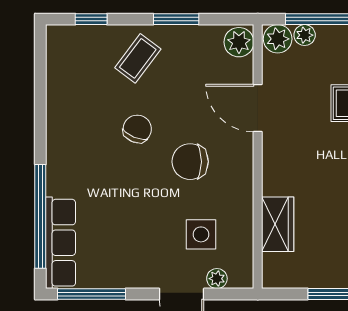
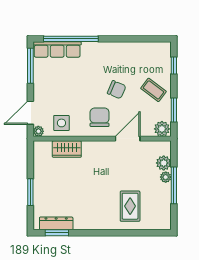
plant: (239, 42) -> (162, 129), moved
door: (258, 108) -> (128, 139), moved
wall: (258, 157) -> (102, 139), moved
wardrobe: (278, 224) -> (67, 149), moved

